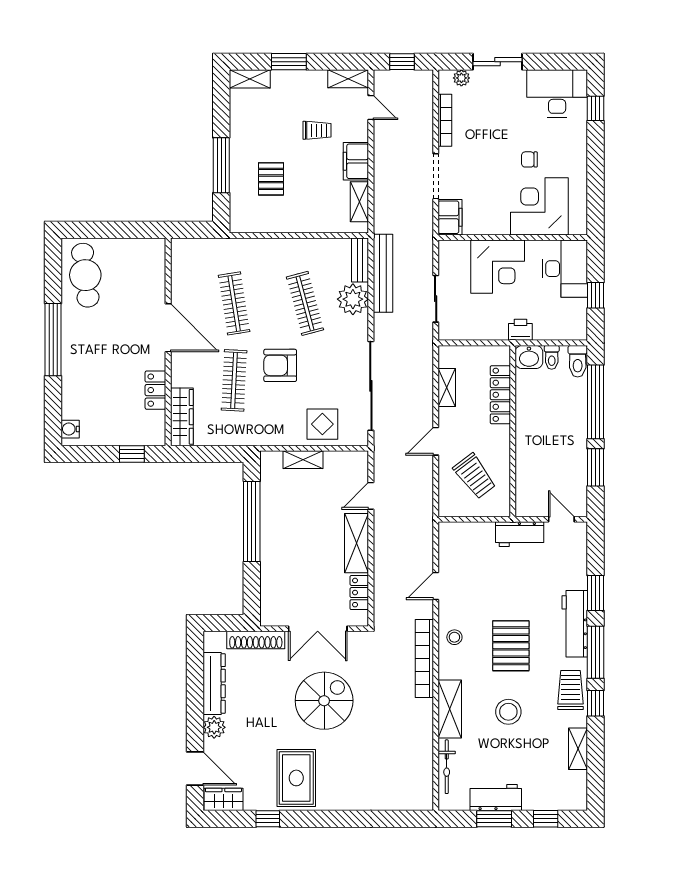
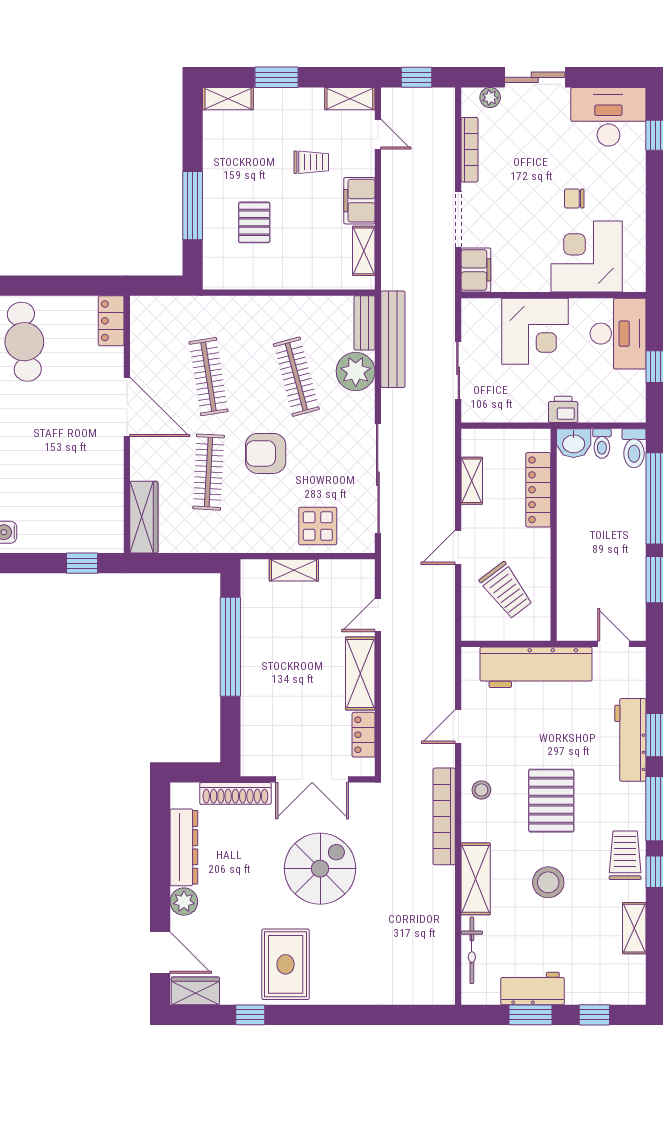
locker: (155, 390) -> (111, 321), moved
workbench: (520, 534) -> (536, 667), width x1.88, depth x1.32
workbench: (575, 624) -> (630, 740), moved

